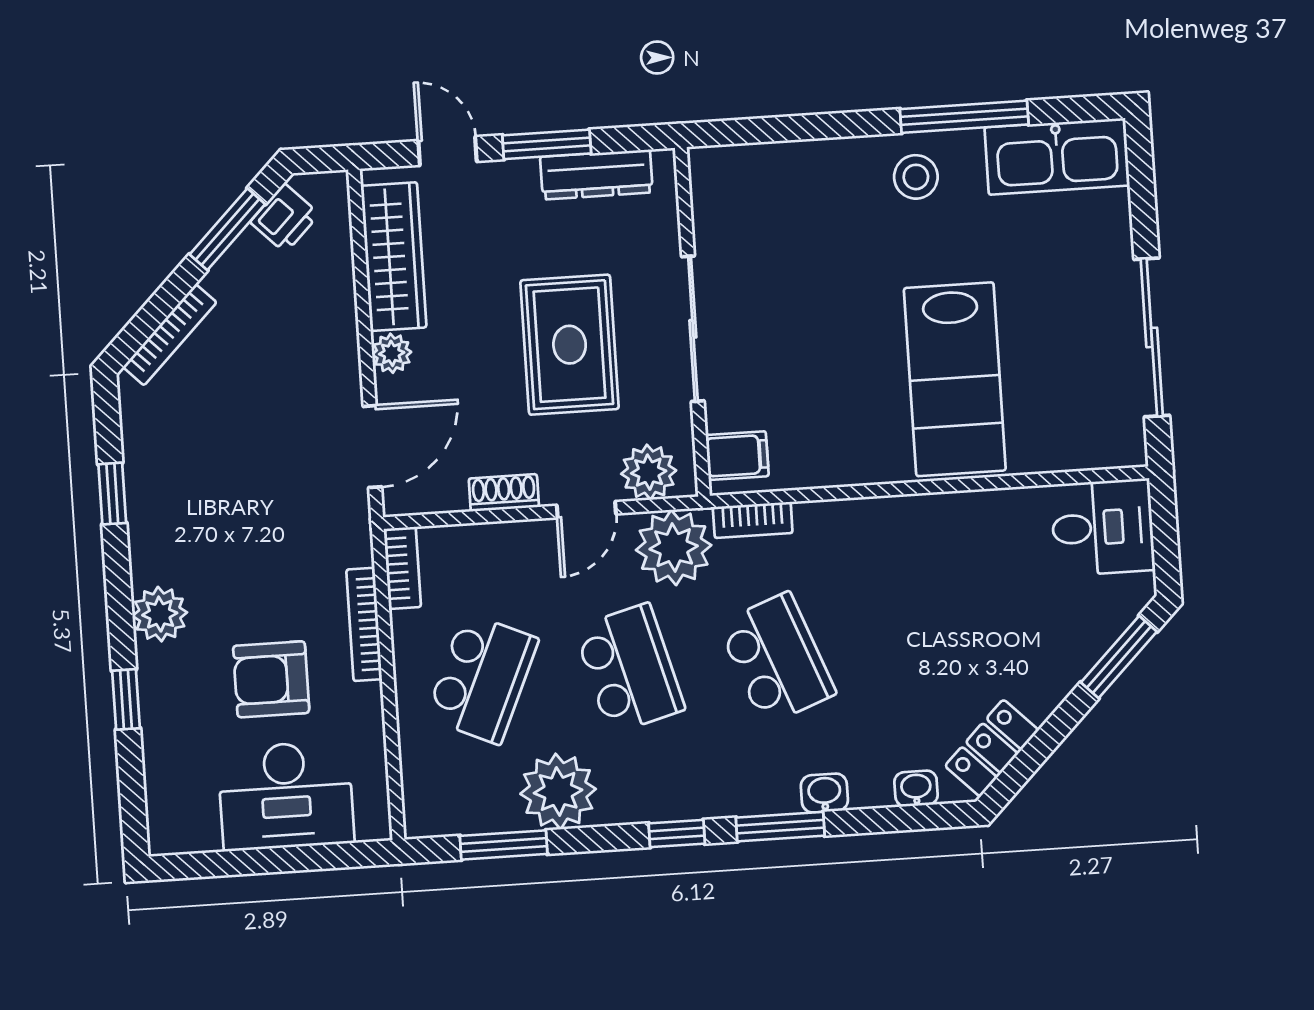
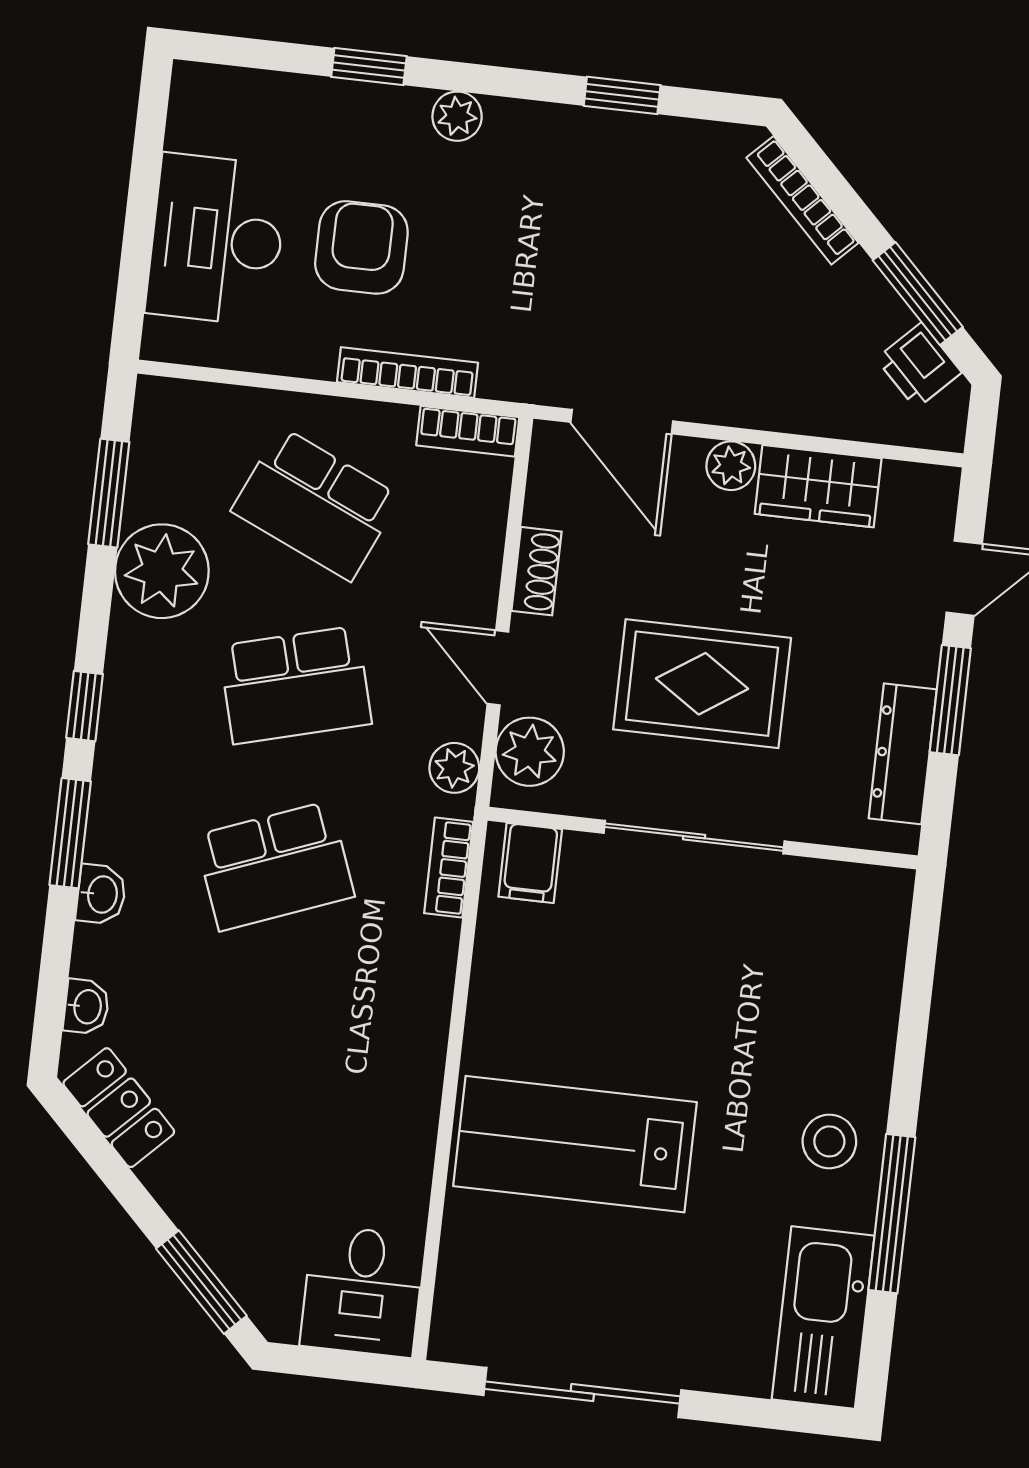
wardrobe: (394, 257) -> (818, 486), width x0.67
plant: (674, 548) -> (454, 768), width x0.53, depth x0.53
plant: (160, 614) -> (457, 116), width x0.73, depth x0.73

